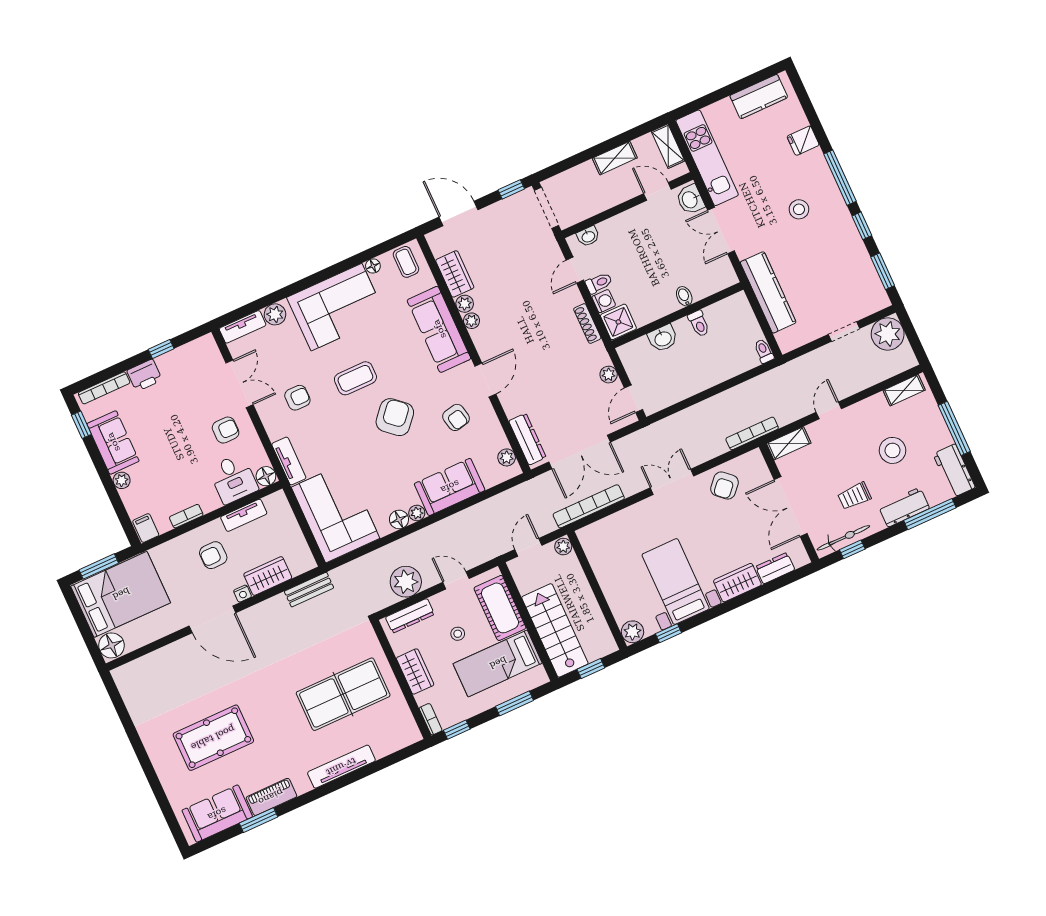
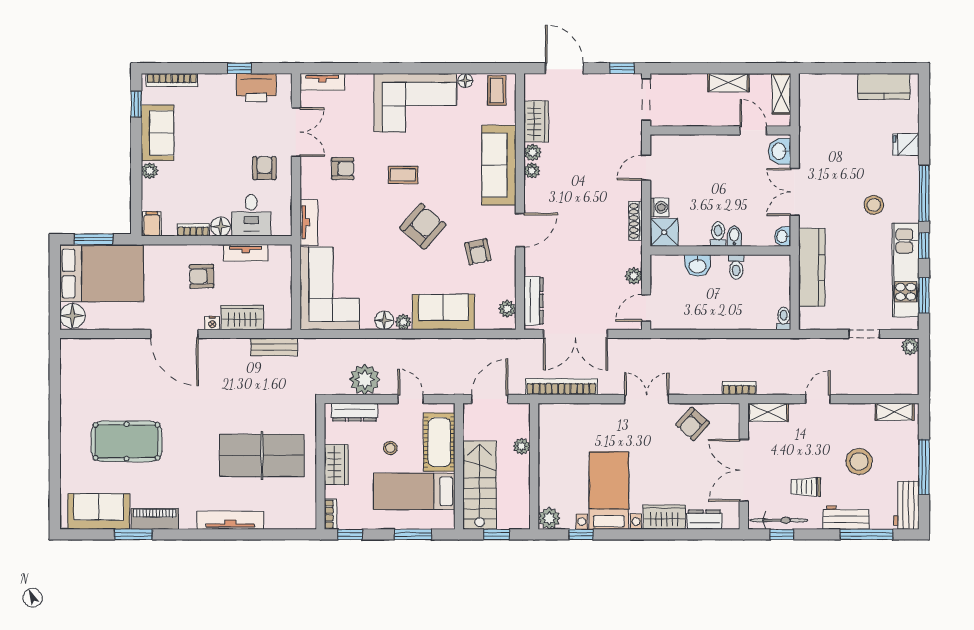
kitchen unit: (707, 158) -> (906, 270), moved, turned 180
washbasin: (588, 236) -> (783, 236), moved, turned 90
toilet: (599, 283) -> (718, 234), moved, turned -90
plant: (275, 314) -> (357, 84), removed
plant: (888, 334) -> (910, 347), width x0.53, depth x0.53
printer: (144, 375) -> (256, 88), moved, width x1.37, depth x1.19
coffee table: (355, 378) -> (403, 175), width x0.73, depth x0.77
armchair: (226, 430) -> (264, 168), turned -90
bookcase: (752, 433) -> (739, 388), width x0.64
floor lamp: (266, 476) -> (221, 227), moved
door: (528, 547) -> (490, 399), width x1.38
plant: (563, 547) -> (522, 446), moved

